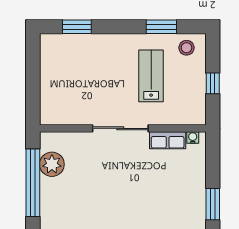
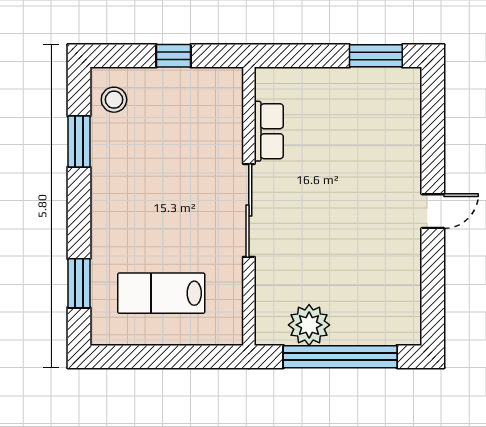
lab bench: (151, 76) -> (161, 293), moved
water cooler: (193, 137) -> (264, 89), removed

